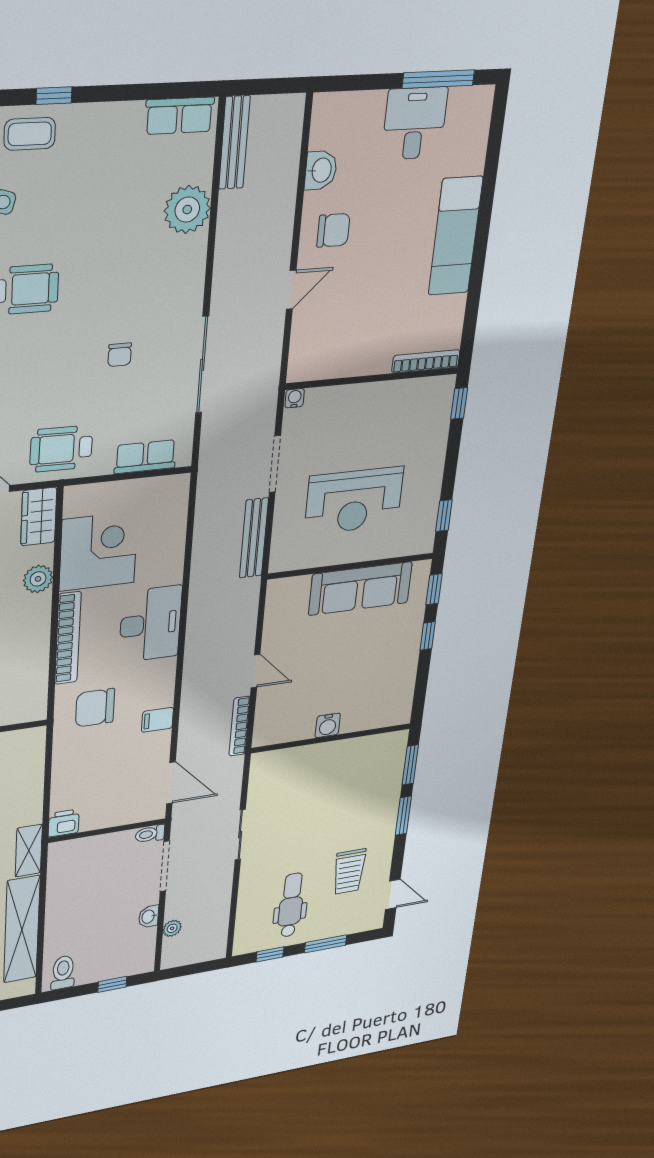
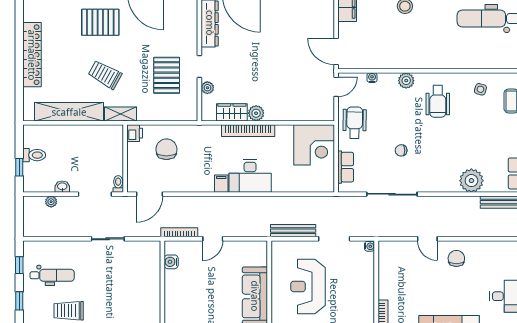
washbasin: (321, 170) -> (487, 248), removed
chair: (333, 230) -> (456, 258), turned 180
wardrobe: (39, 517) -> (232, 112), moved
corner desk: (98, 551) -> (314, 145), moved
plant: (38, 579) -> (256, 113), moved
chair: (95, 708) -> (166, 149), moved
filing cabinet: (157, 720) -> (221, 184), moved
water cooler: (328, 725) -> (171, 262), moved
window: (325, 944) -> (19, 301), width x0.67
toilet: (63, 972) -> (34, 155), moved

